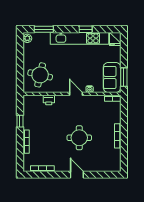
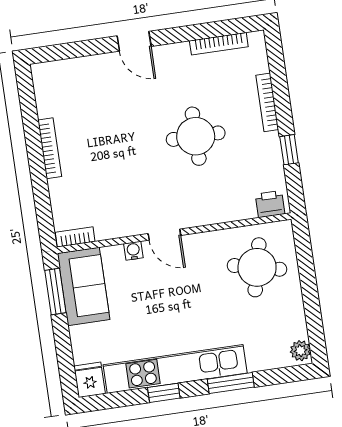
window: (44, 29) -> (231, 383), moved
printer: (49, 100) -> (270, 204), moved
round table: (79, 138) -> (196, 136), moved

